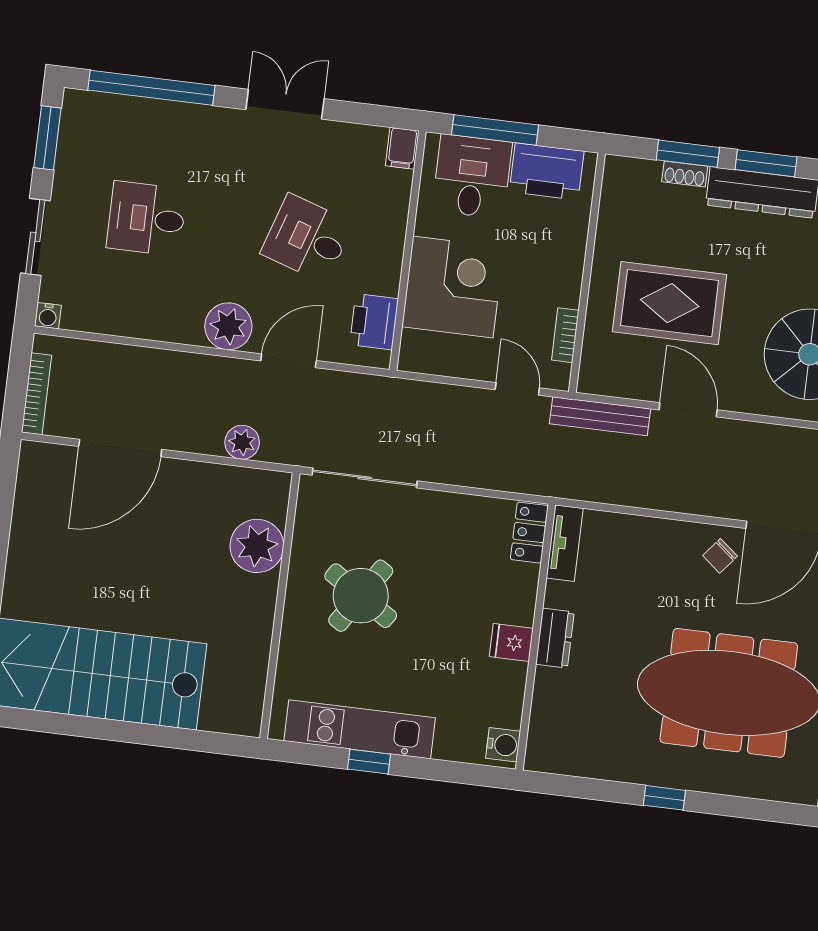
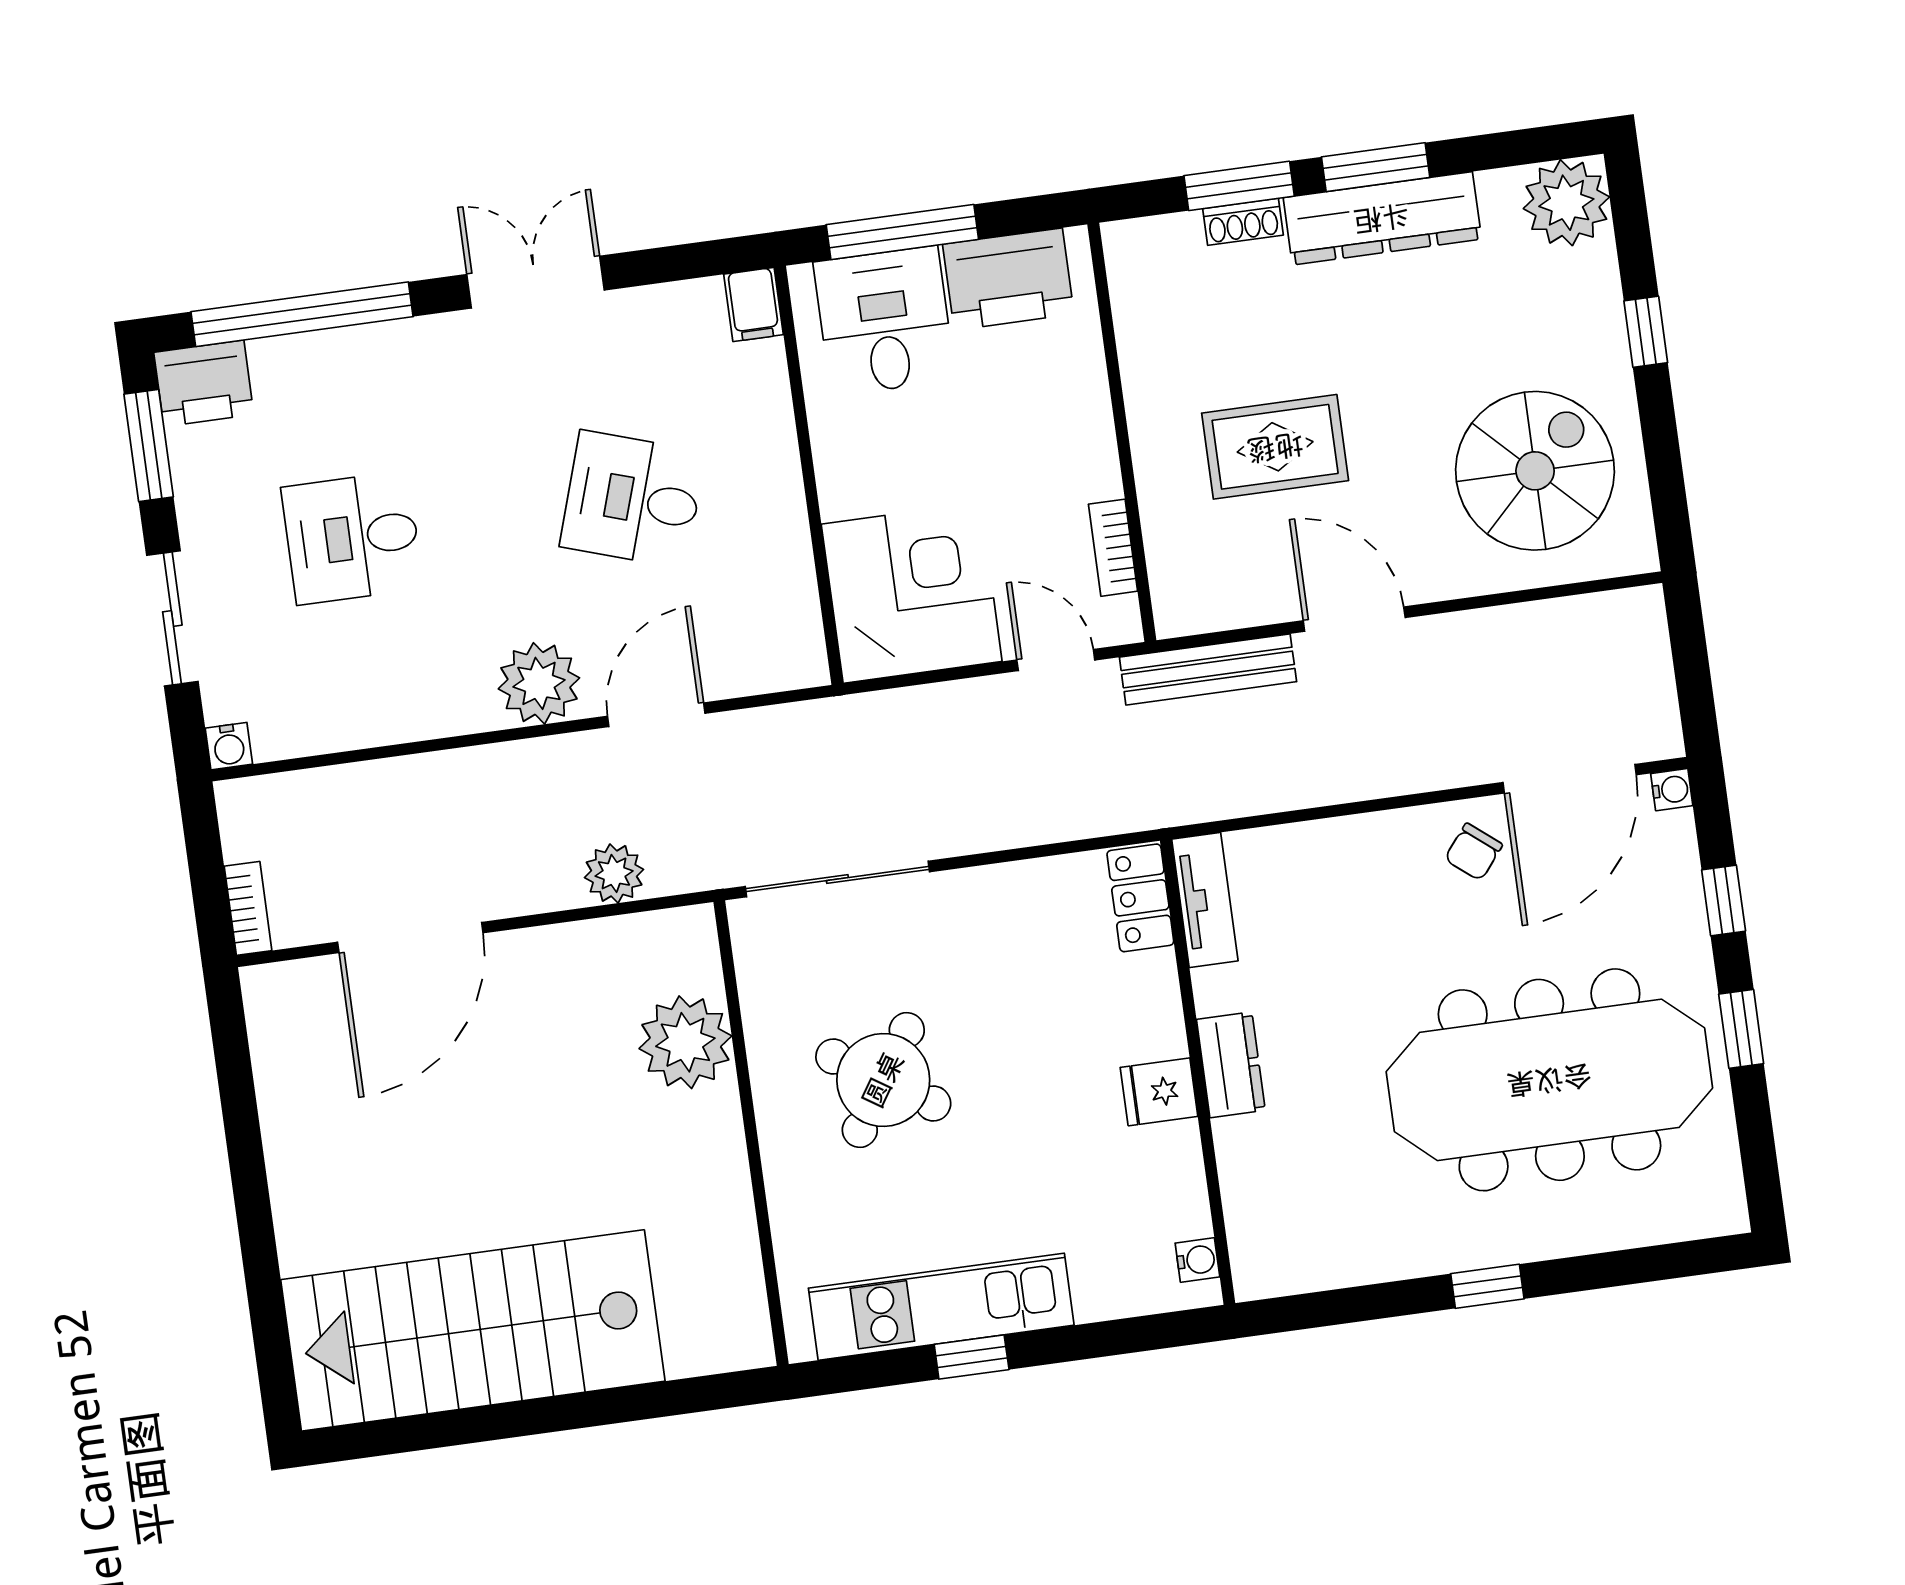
corner desk: (453, 287) -> (912, 593), moved
rug: (670, 303) -> (1275, 447), width x0.73, depth x0.70
printer: (374, 322) -> (204, 383), moved, turned -90
bookcase: (37, 394) -> (248, 908), width x0.64
water cooler: (503, 745) -> (1197, 1260), width x0.72, depth x0.72

